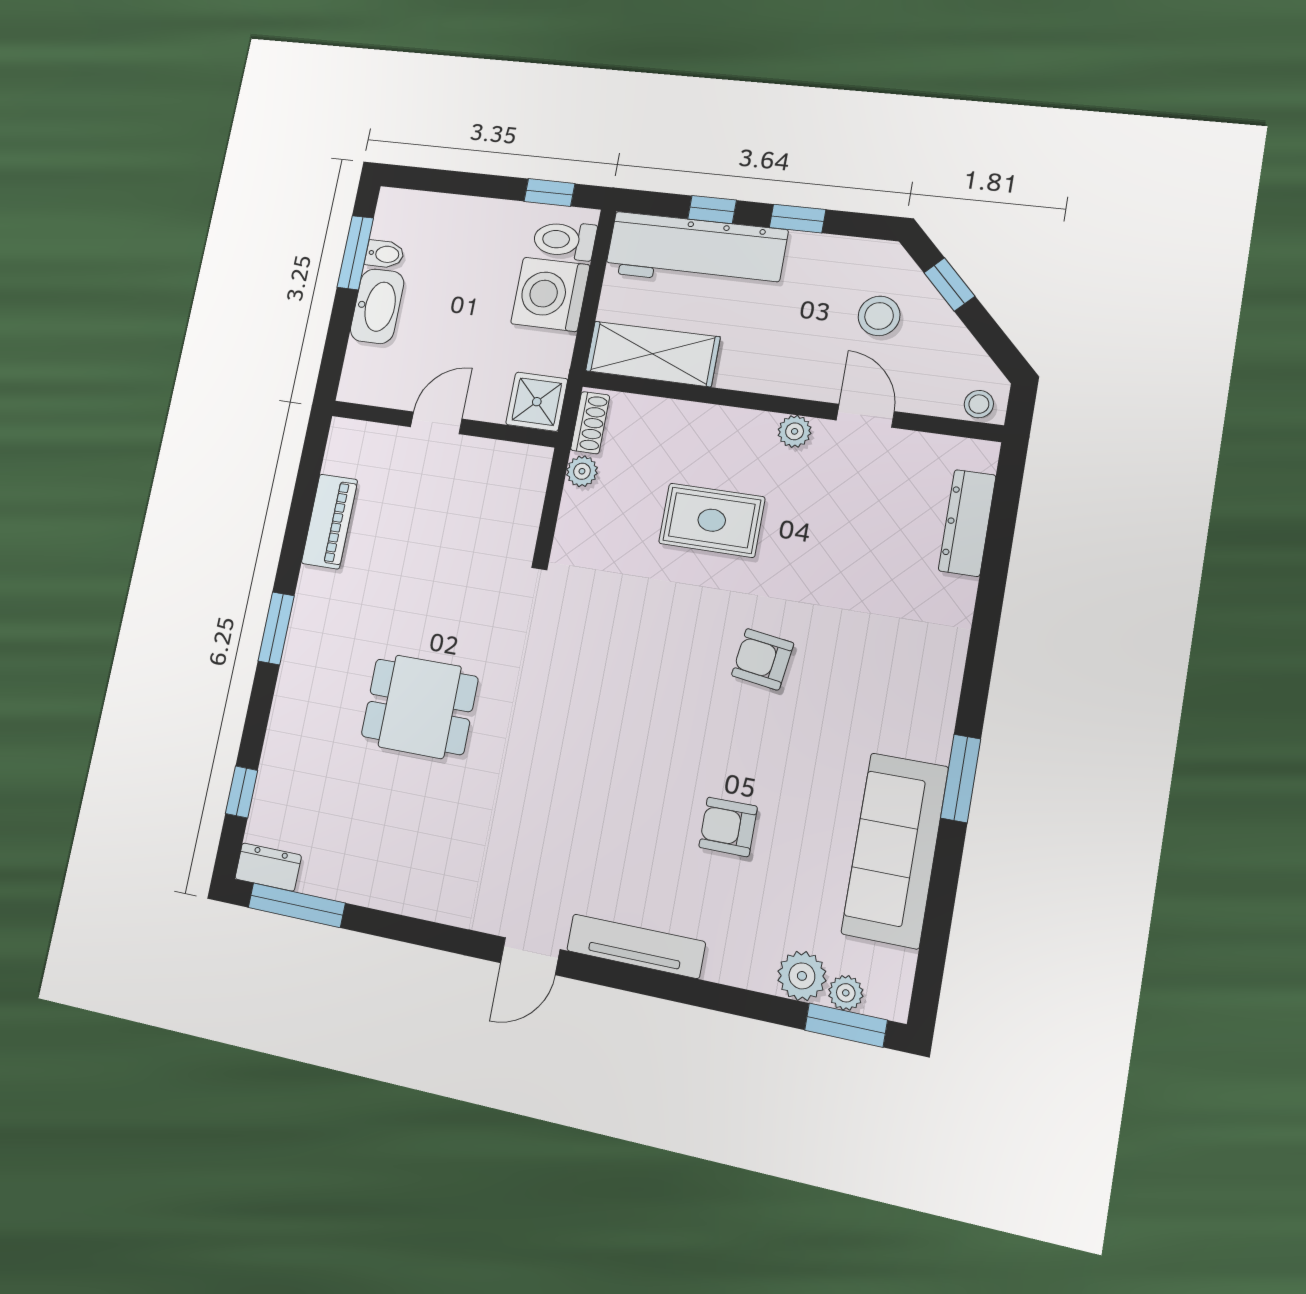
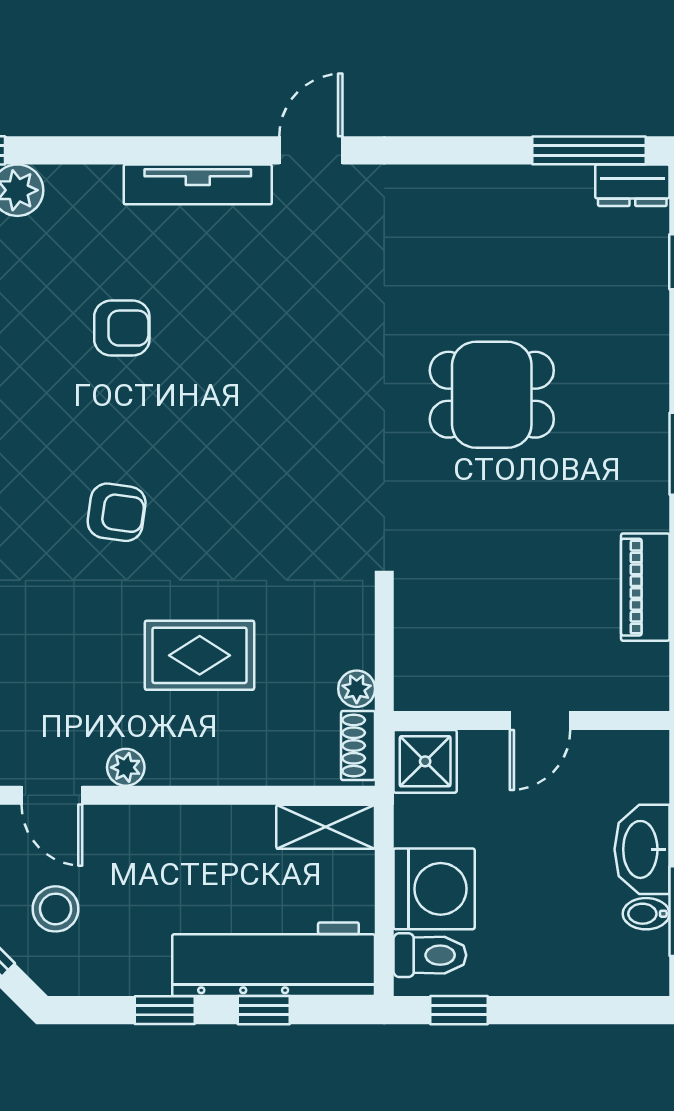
shelving: (653, 354) -> (326, 827), width x0.67, depth x0.75

